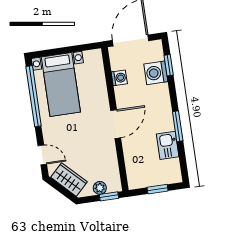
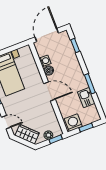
washing machine: (156, 73) -> (73, 123), moved, turned 90
boiler: (122, 93) -> (49, 70), added
door: (116, 124) -> (49, 91), hinge flipped

